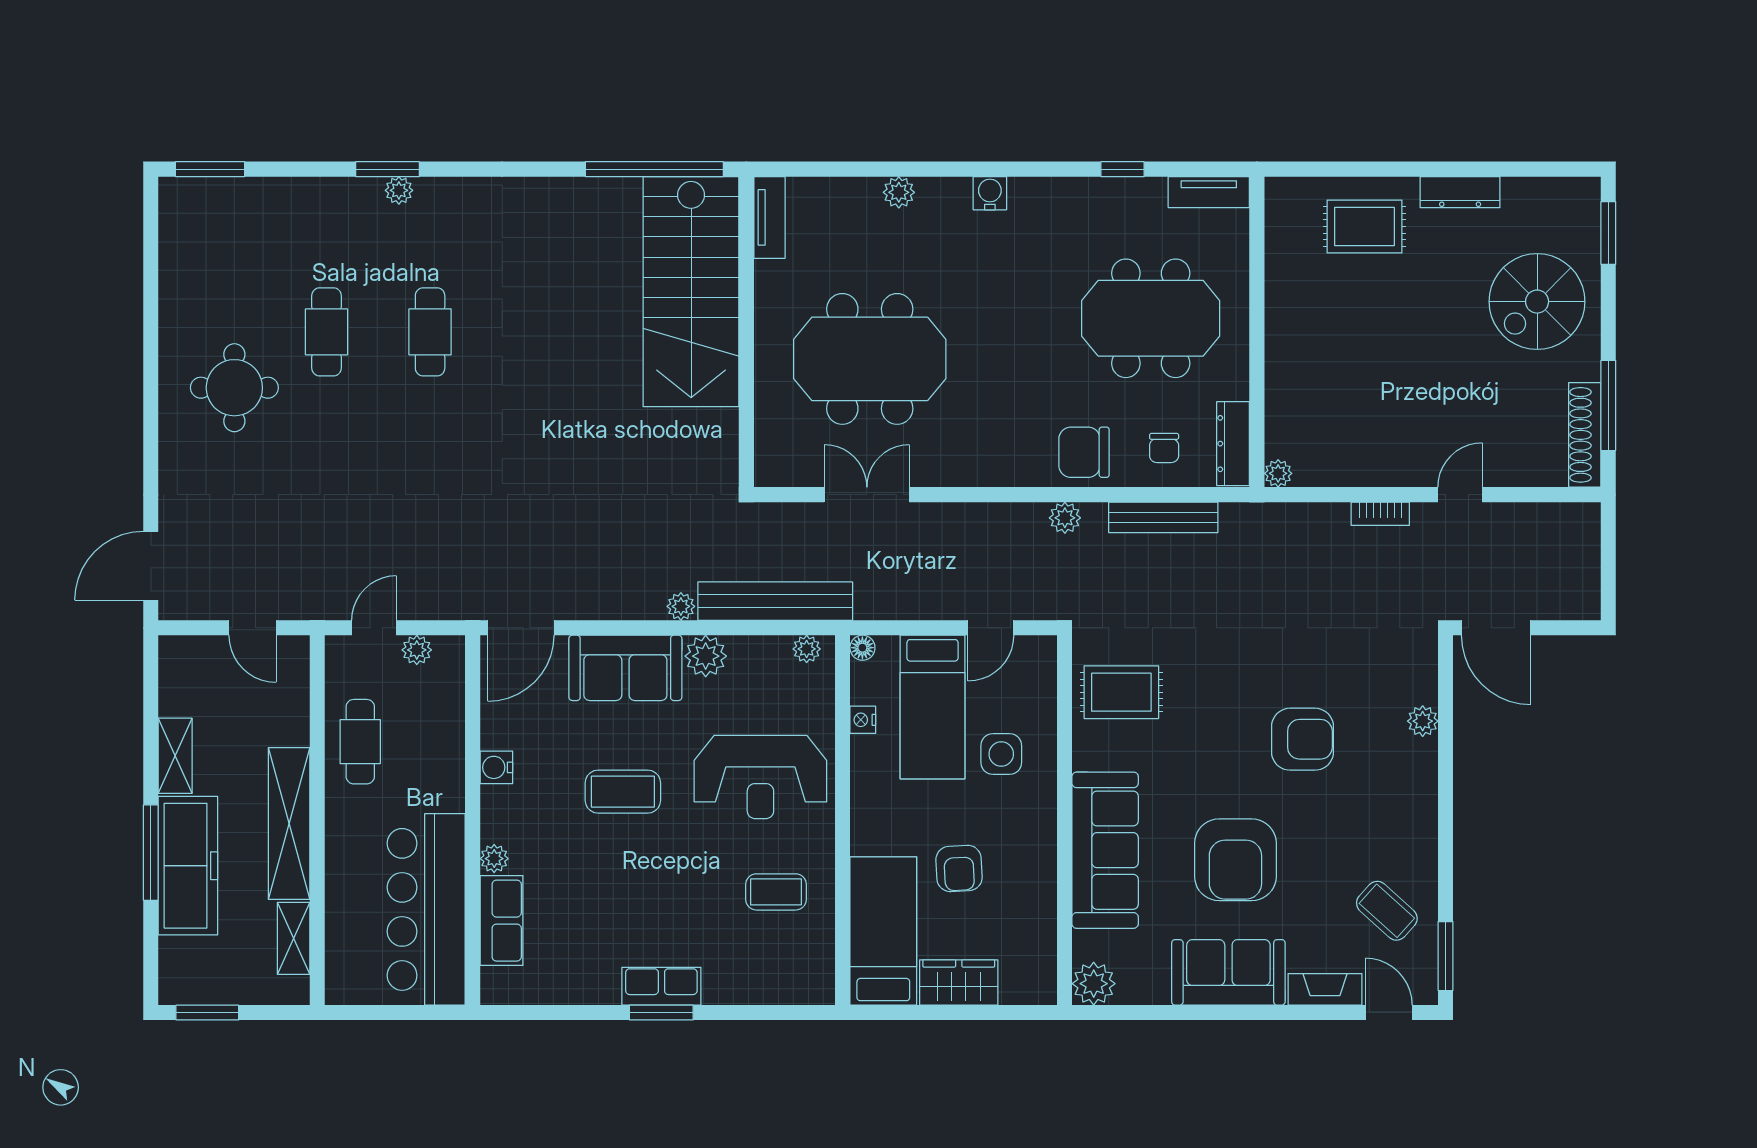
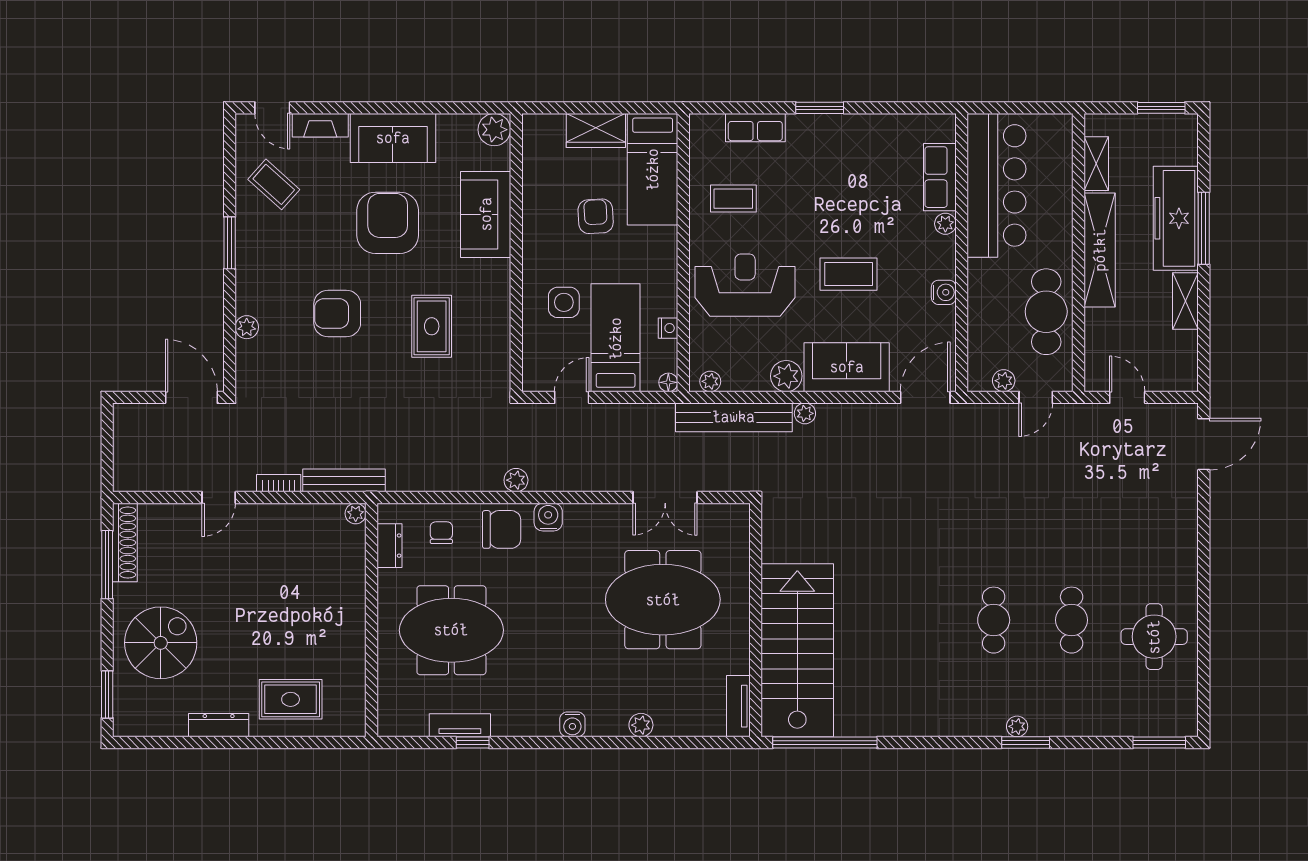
tv unit: (1209, 192) -> (460, 725), moved
round table: (234, 388) -> (1154, 637), moved
dresser: (1233, 444) -> (389, 546), width x0.70
water cooler: (1022, 469) -> (548, 517), added
bench: (1163, 517) -> (344, 480), moved
rug: (1121, 692) -> (432, 326), moved, turned 90
cafe table: (360, 742) -> (1046, 312), width x1.37, depth x1.35
sofa: (1105, 850) -> (486, 214), width x0.73
window: (1446, 956) -> (230, 243), moved
row of seats: (661, 986) -> (755, 128), moved

